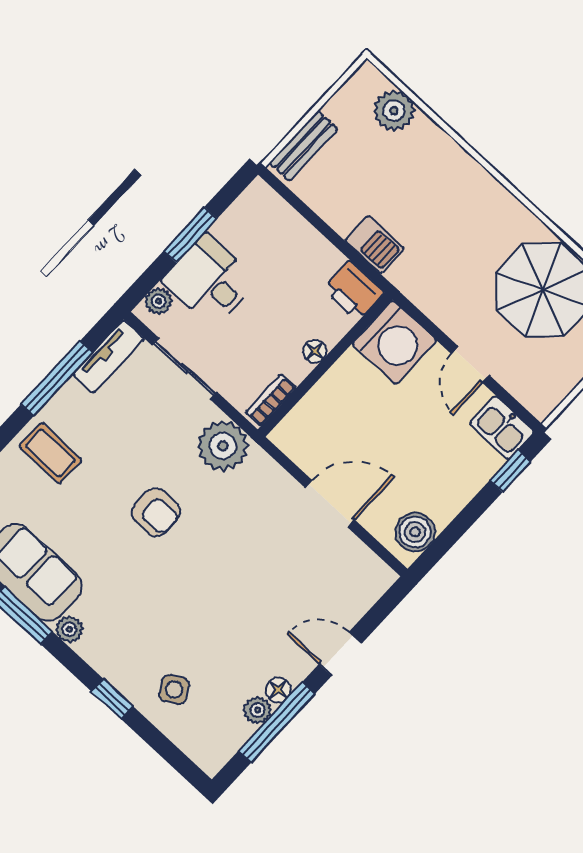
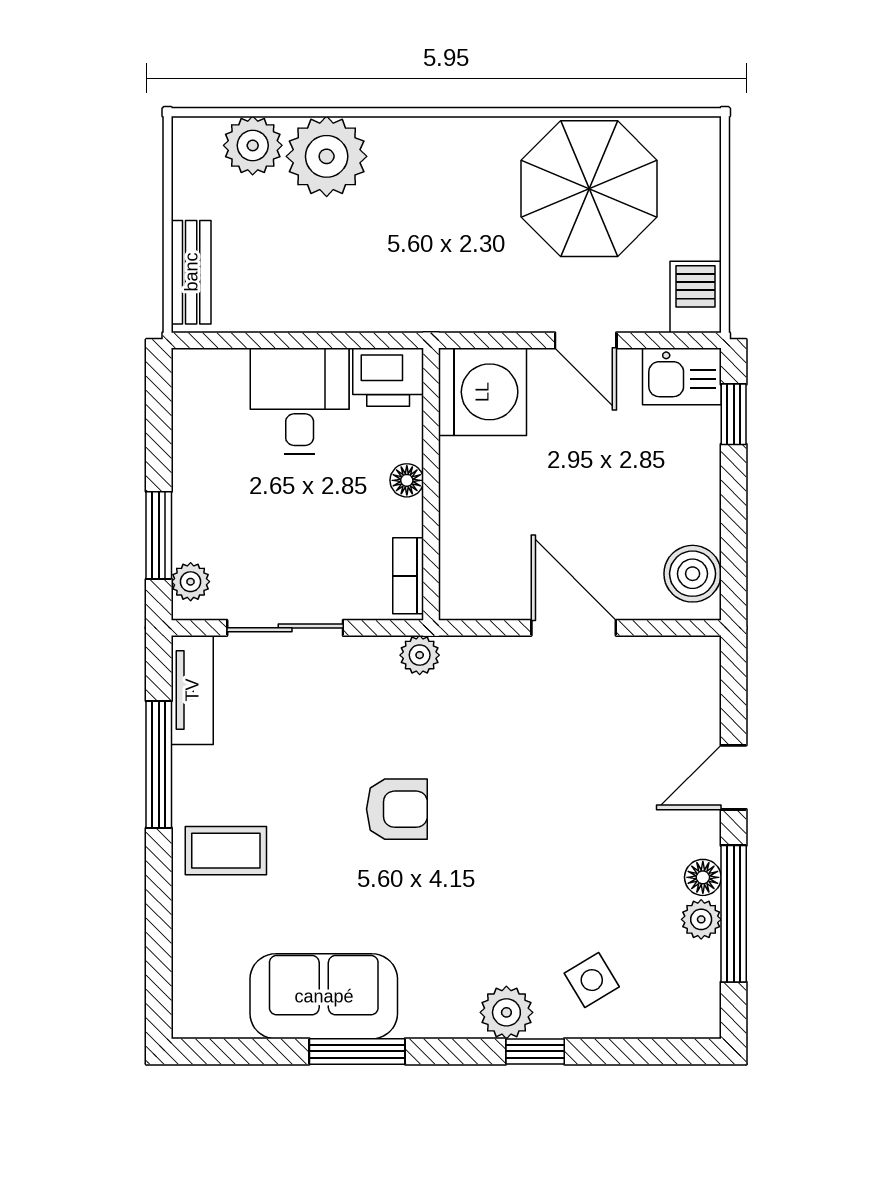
plant: (426, 151) -> (327, 156), added
window: (190, 235) -> (159, 535), moved
barbecue: (374, 245) -> (696, 297), moved, turned -90
desk: (209, 281) -> (300, 401), moved, turned 90
plant: (223, 446) -> (420, 655), width x0.53, depth x0.53
door: (330, 504) -> (574, 628), hinge flipped
plant: (69, 629) -> (506, 1012), moved, width x1.38, depth x1.38

